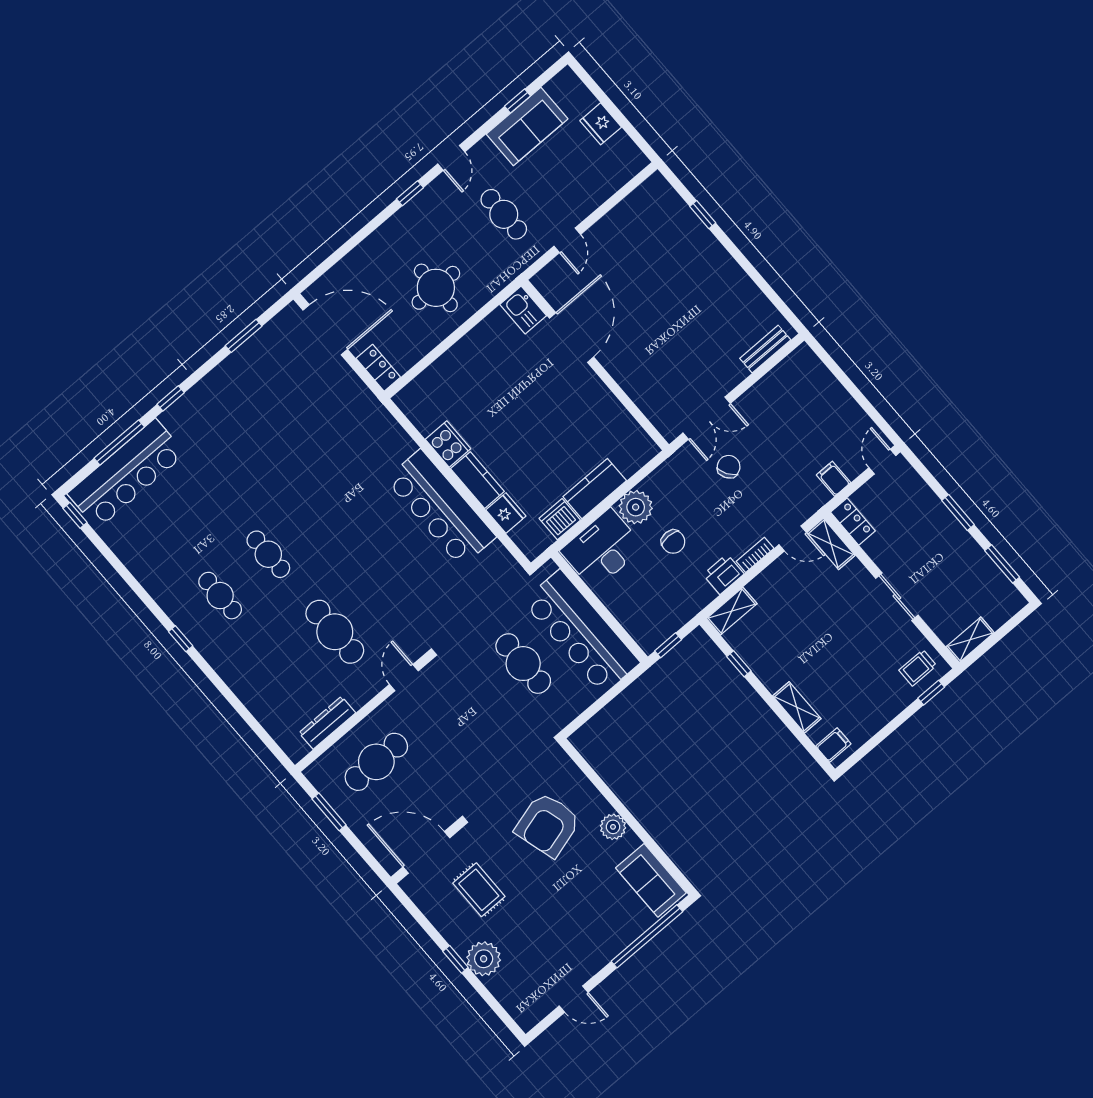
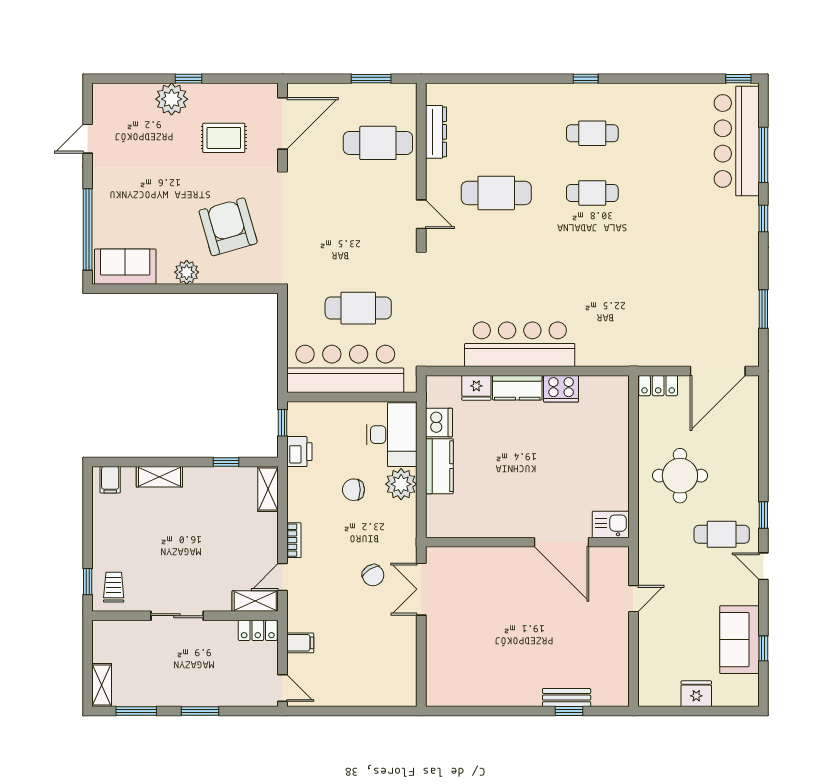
cafe table: (504, 214) -> (722, 534), moved
door: (567, 240) -> (633, 599), swing flipped
bench: (765, 349) -> (567, 698), moved, turned 90
printer: (723, 574) -> (299, 452), moved
shelving: (970, 640) -> (102, 685), moved
cafe table: (376, 762) -> (378, 143), turned 90

